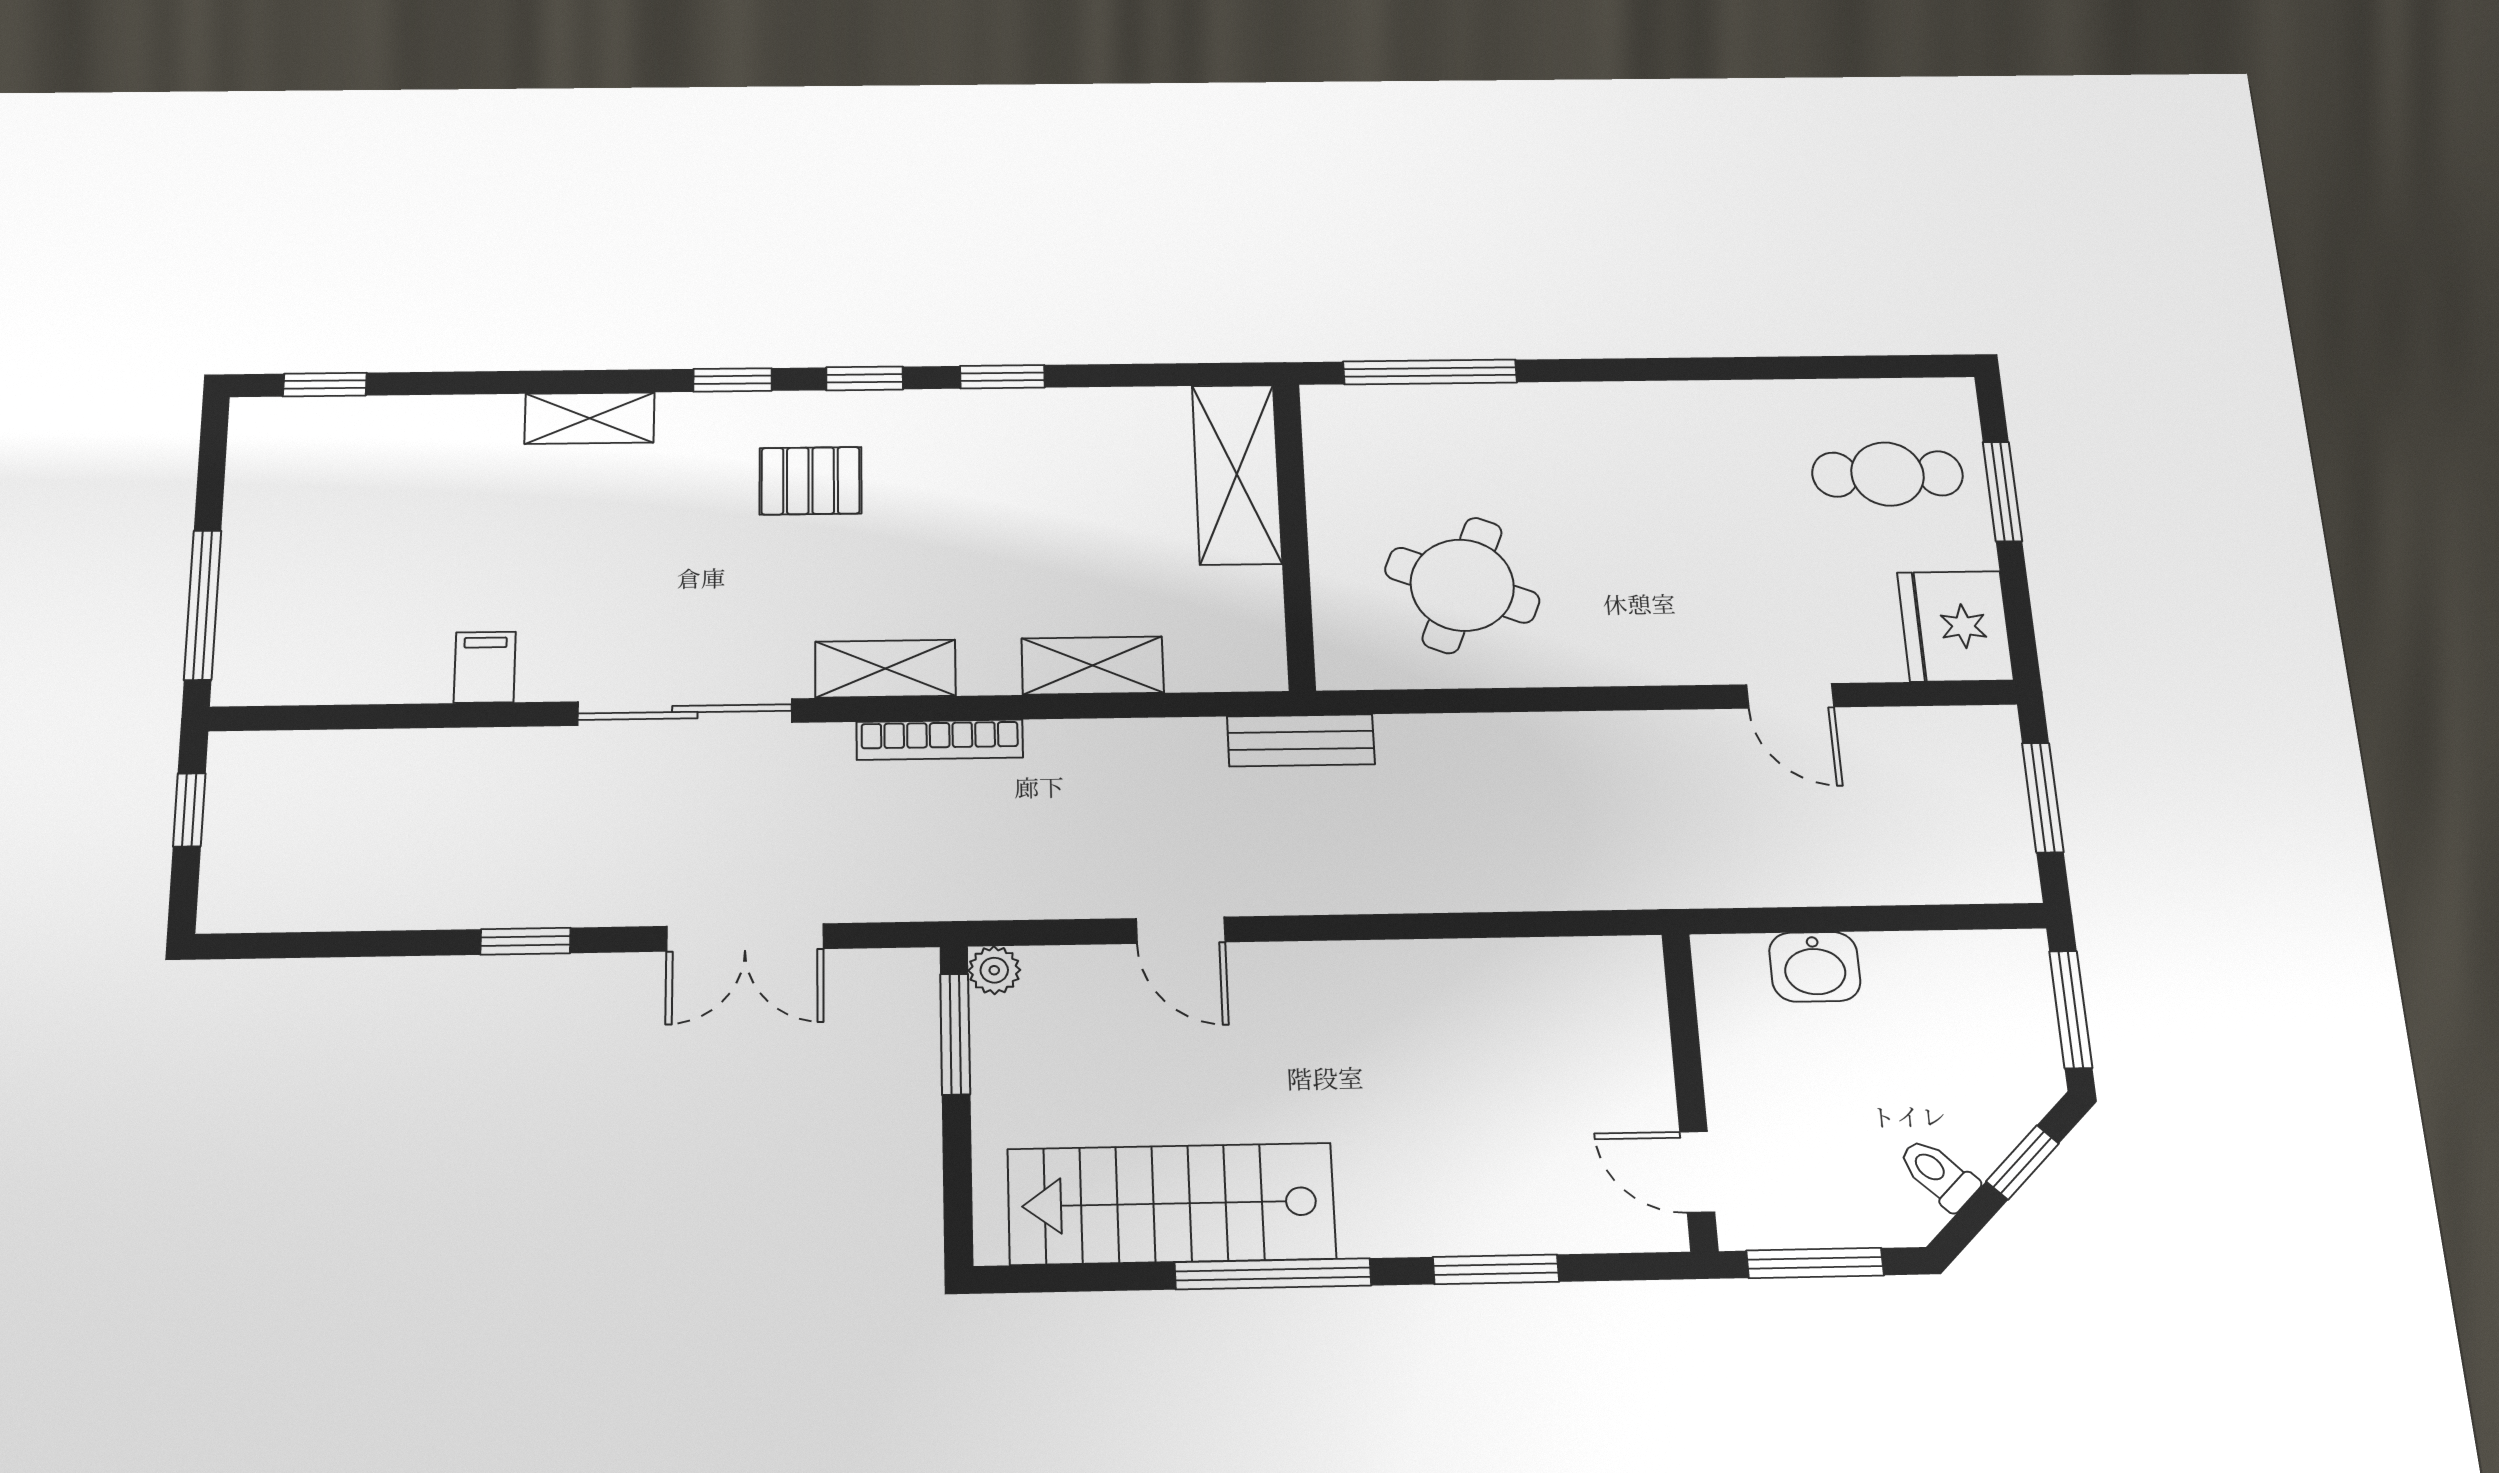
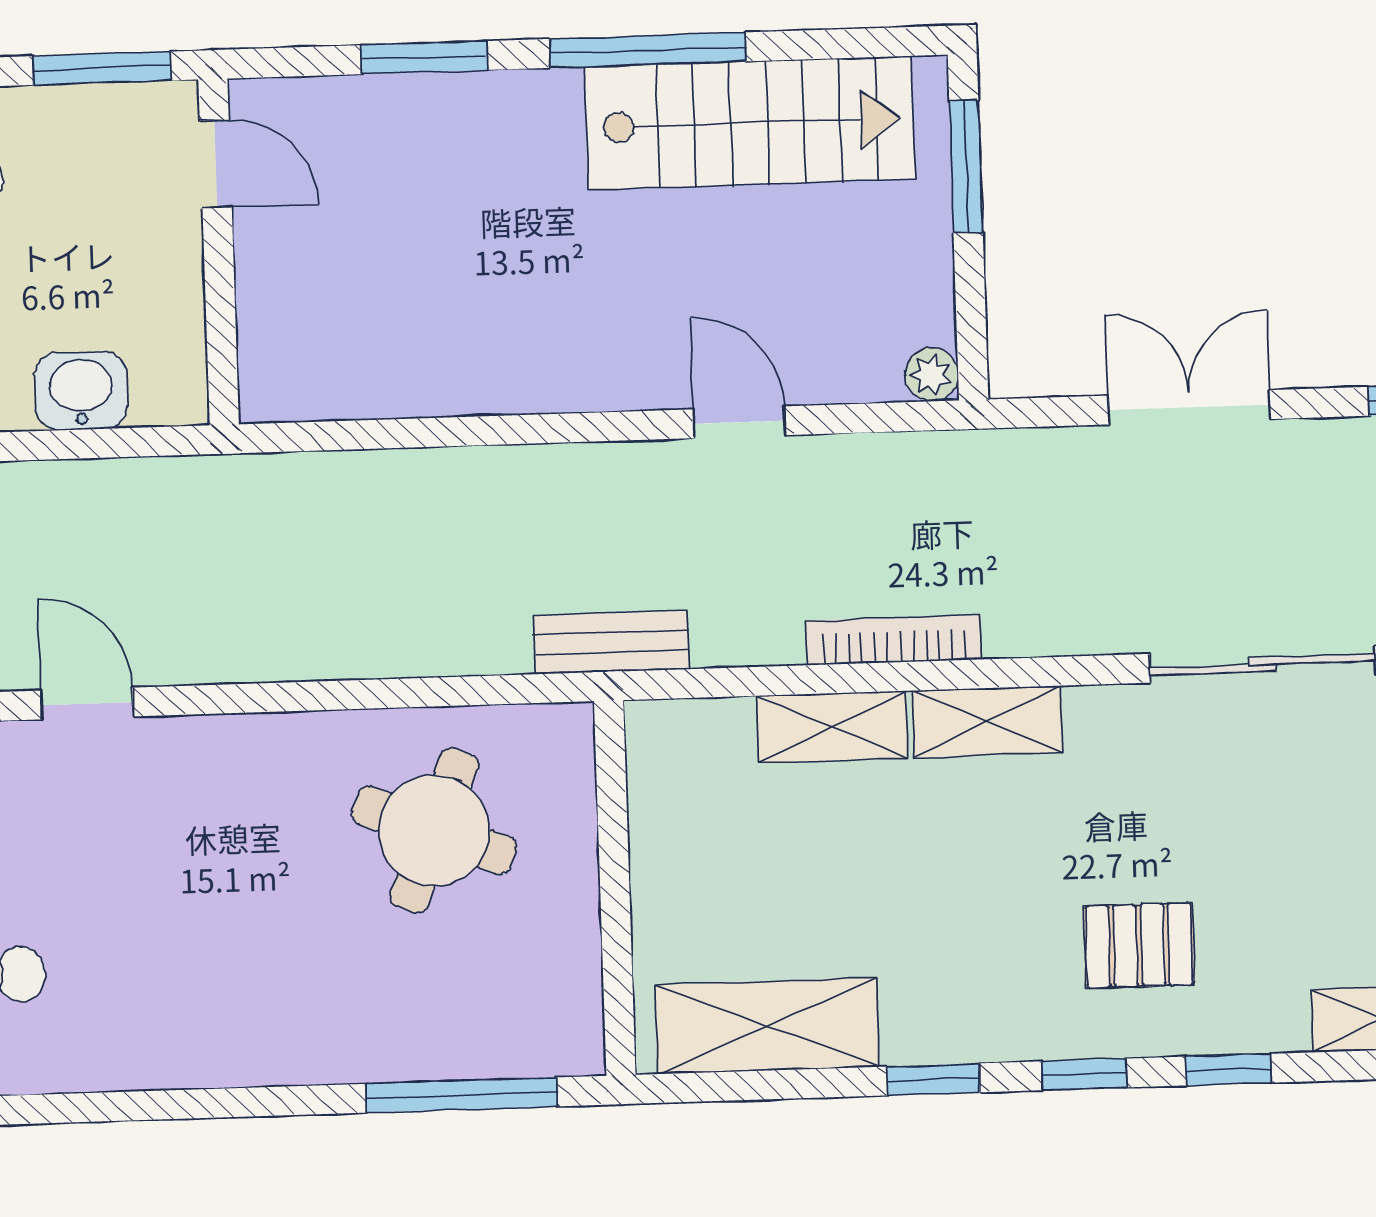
shelving: (1237, 474) -> (767, 1026), moved, turned 90
shelving: (885, 669) -> (987, 722), moved
bookcase: (940, 740) -> (894, 640), moved
window: (955, 1034) -> (966, 167), moved

